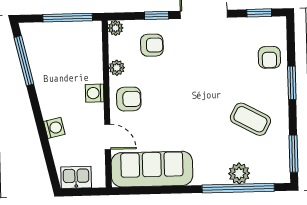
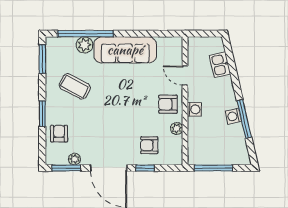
window: (259, 13) -> (66, 168), width x1.50
plant: (116, 28) -> (74, 159), moved
window: (24, 61) -> (244, 119), moved
washing machine: (54, 128) -> (233, 116), moved
sofa: (152, 169) -> (125, 50), moved
kitchen sink: (76, 177) -> (220, 65), moved, turned 77

